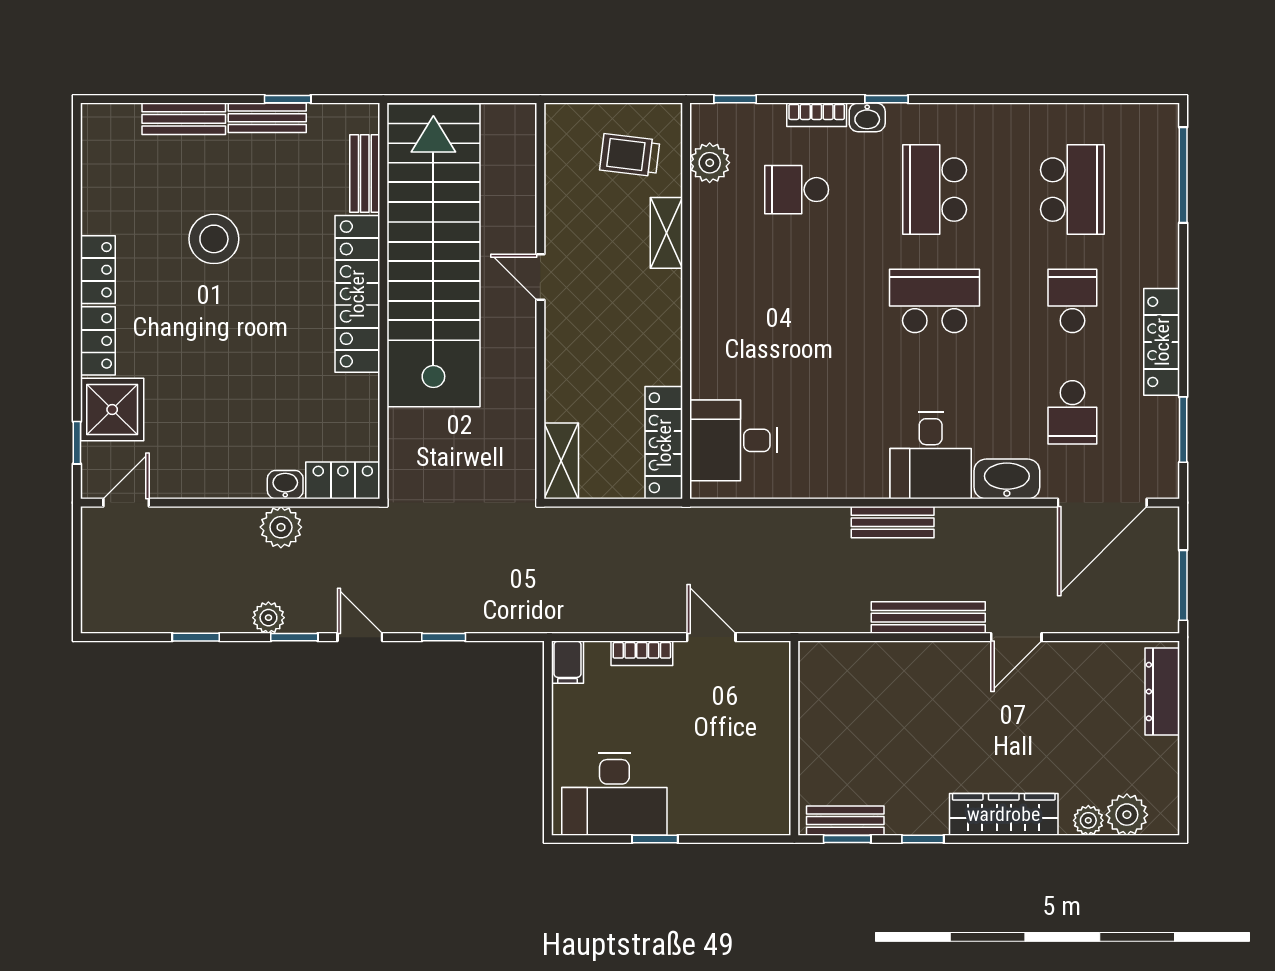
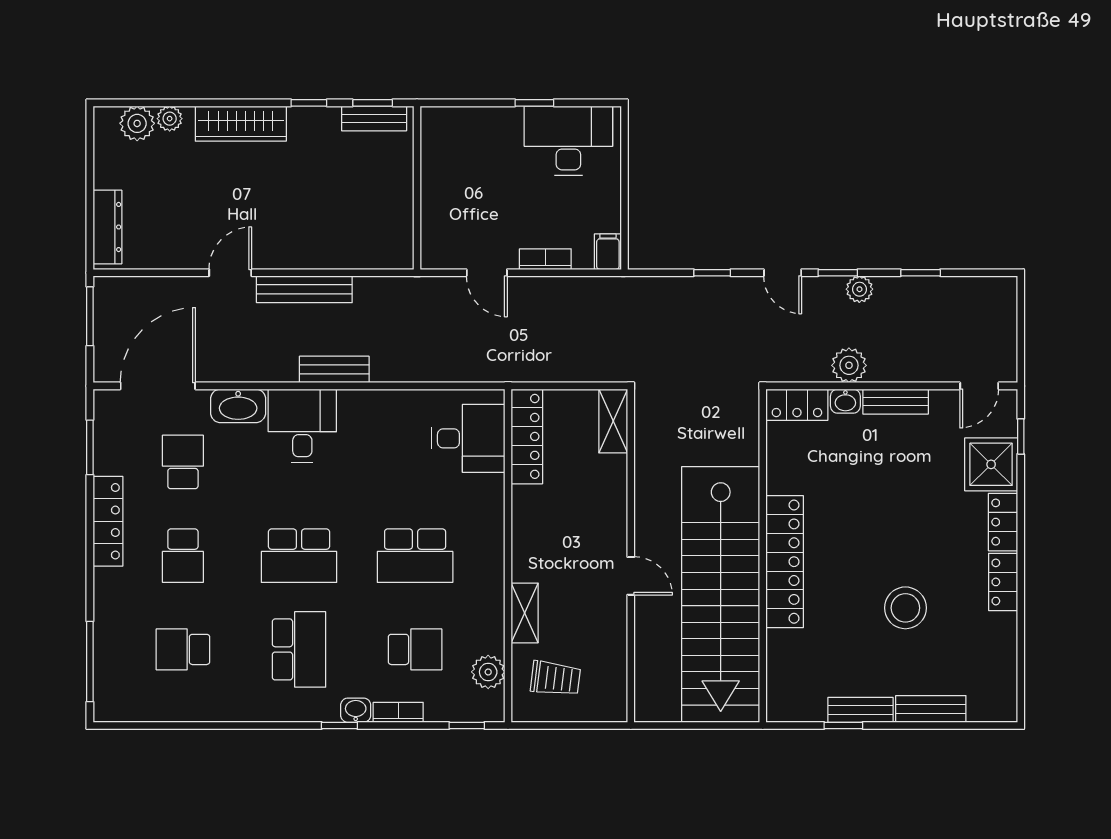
bench: (365, 173) -> (896, 402), moved, turned 90
school desk: (1072, 190) -> (183, 649), width x0.54
school desk: (797, 301) -> (415, 556), added

